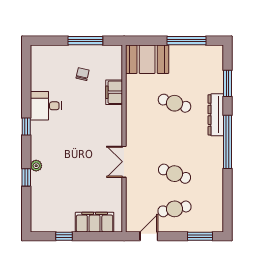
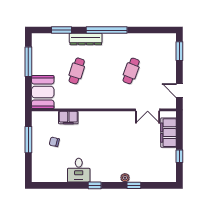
double door: (124, 162) -> (148, 110), moved
cafe table: (175, 209) -> (158, 71), removed

